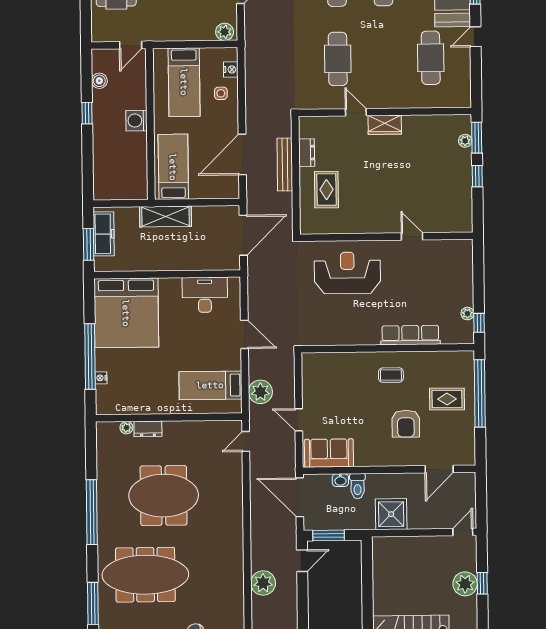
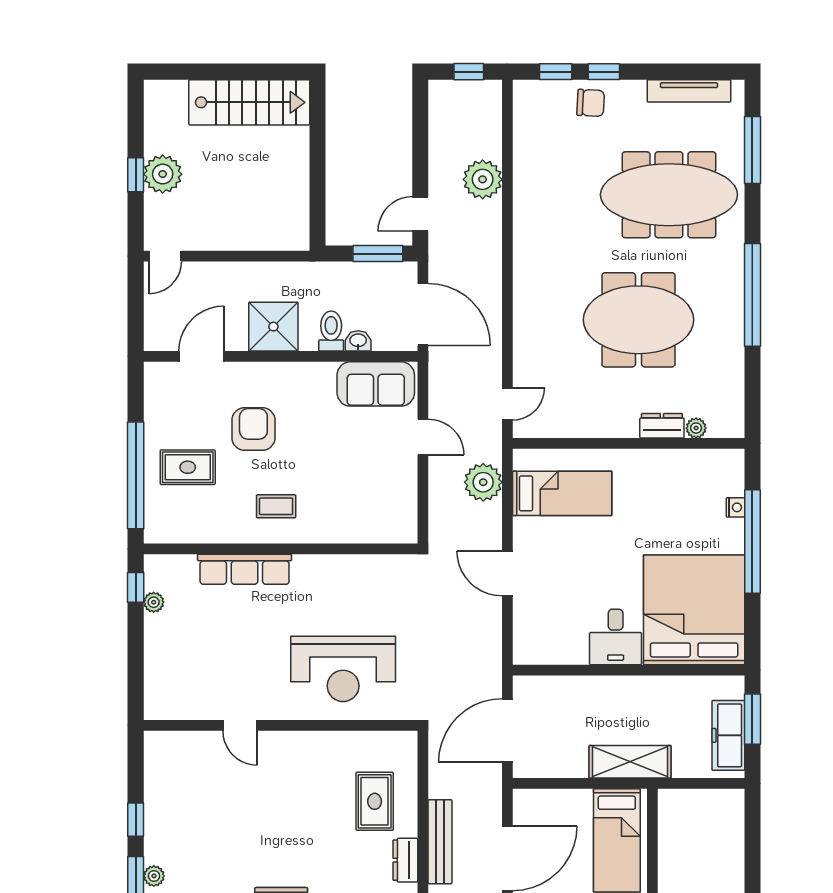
desk: (205, 295) -> (616, 637), moved, width x0.73
shower: (391, 514) -> (273, 327), moved

